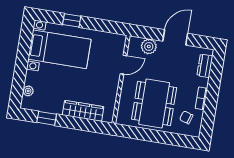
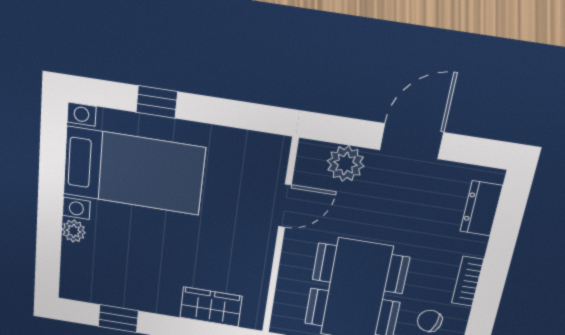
plant: (28, 91) -> (74, 231), moved
wardrobe: (83, 111) -> (211, 307), width x0.67

